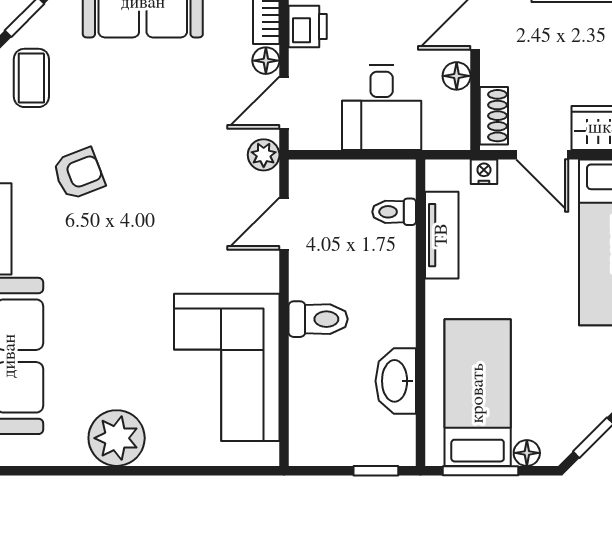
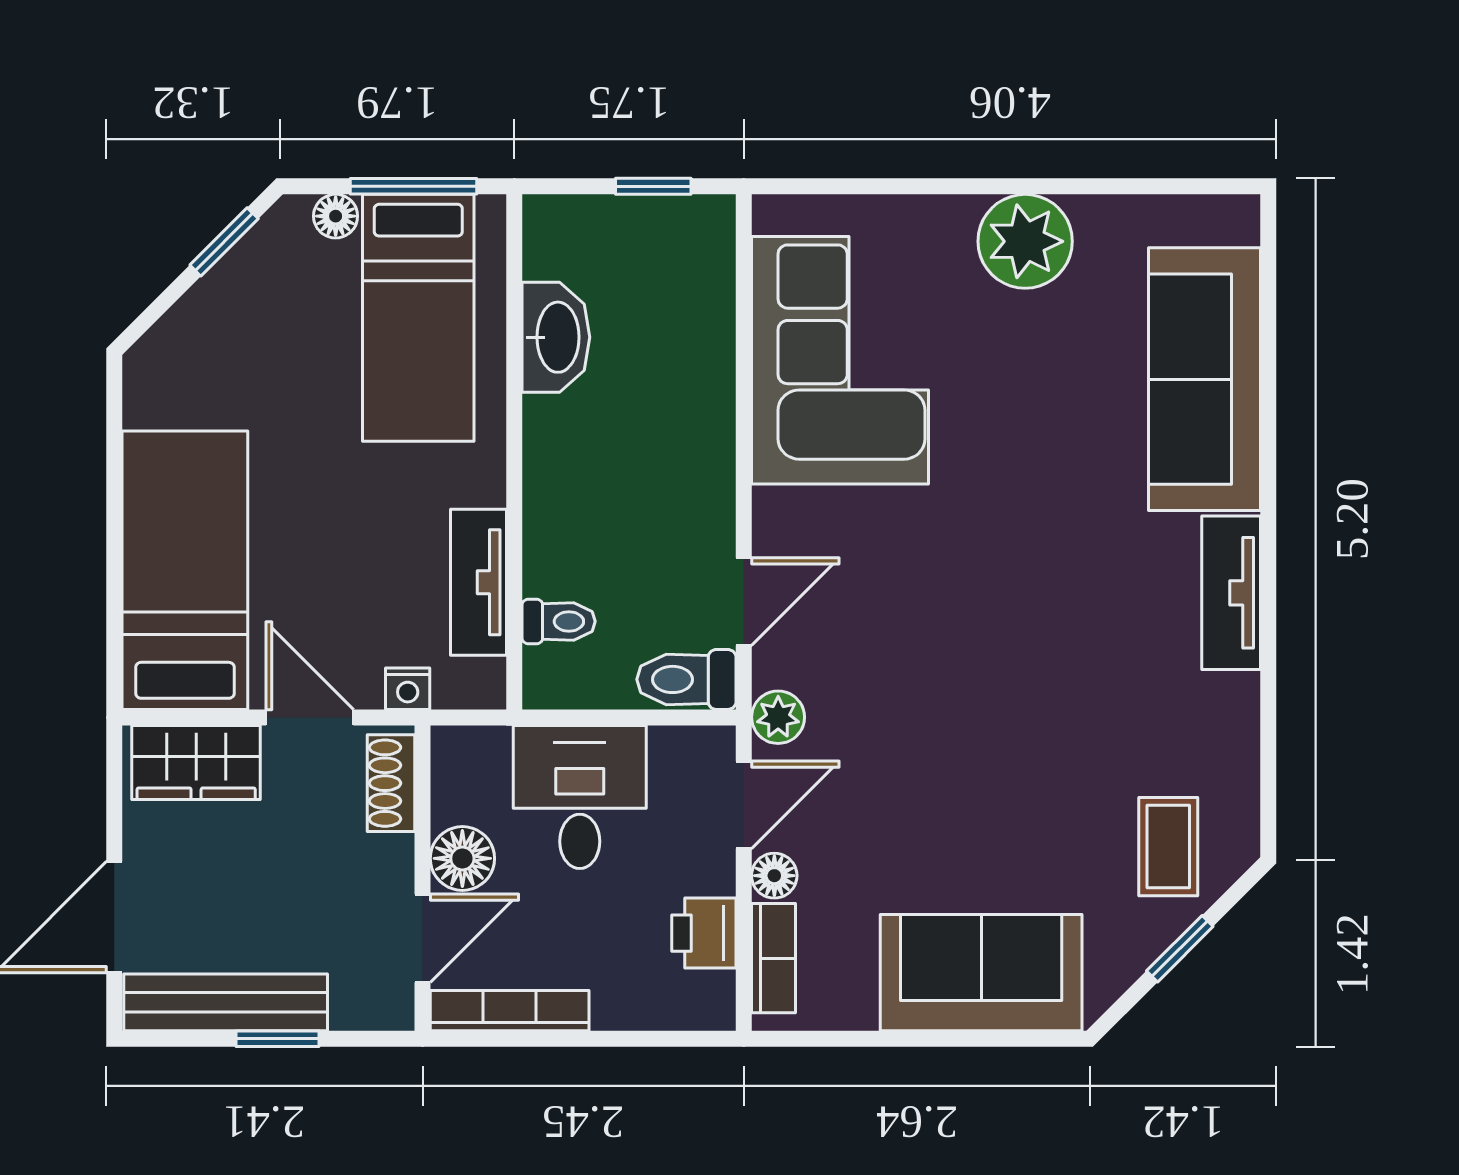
floor lamp: (457, 76) -> (462, 858), width x1.37, depth x1.37
armchair: (79, 174) -> (1089, 686), removed
toilet: (318, 319) -> (686, 679), moved
window: (376, 471) -> (653, 186), moved

